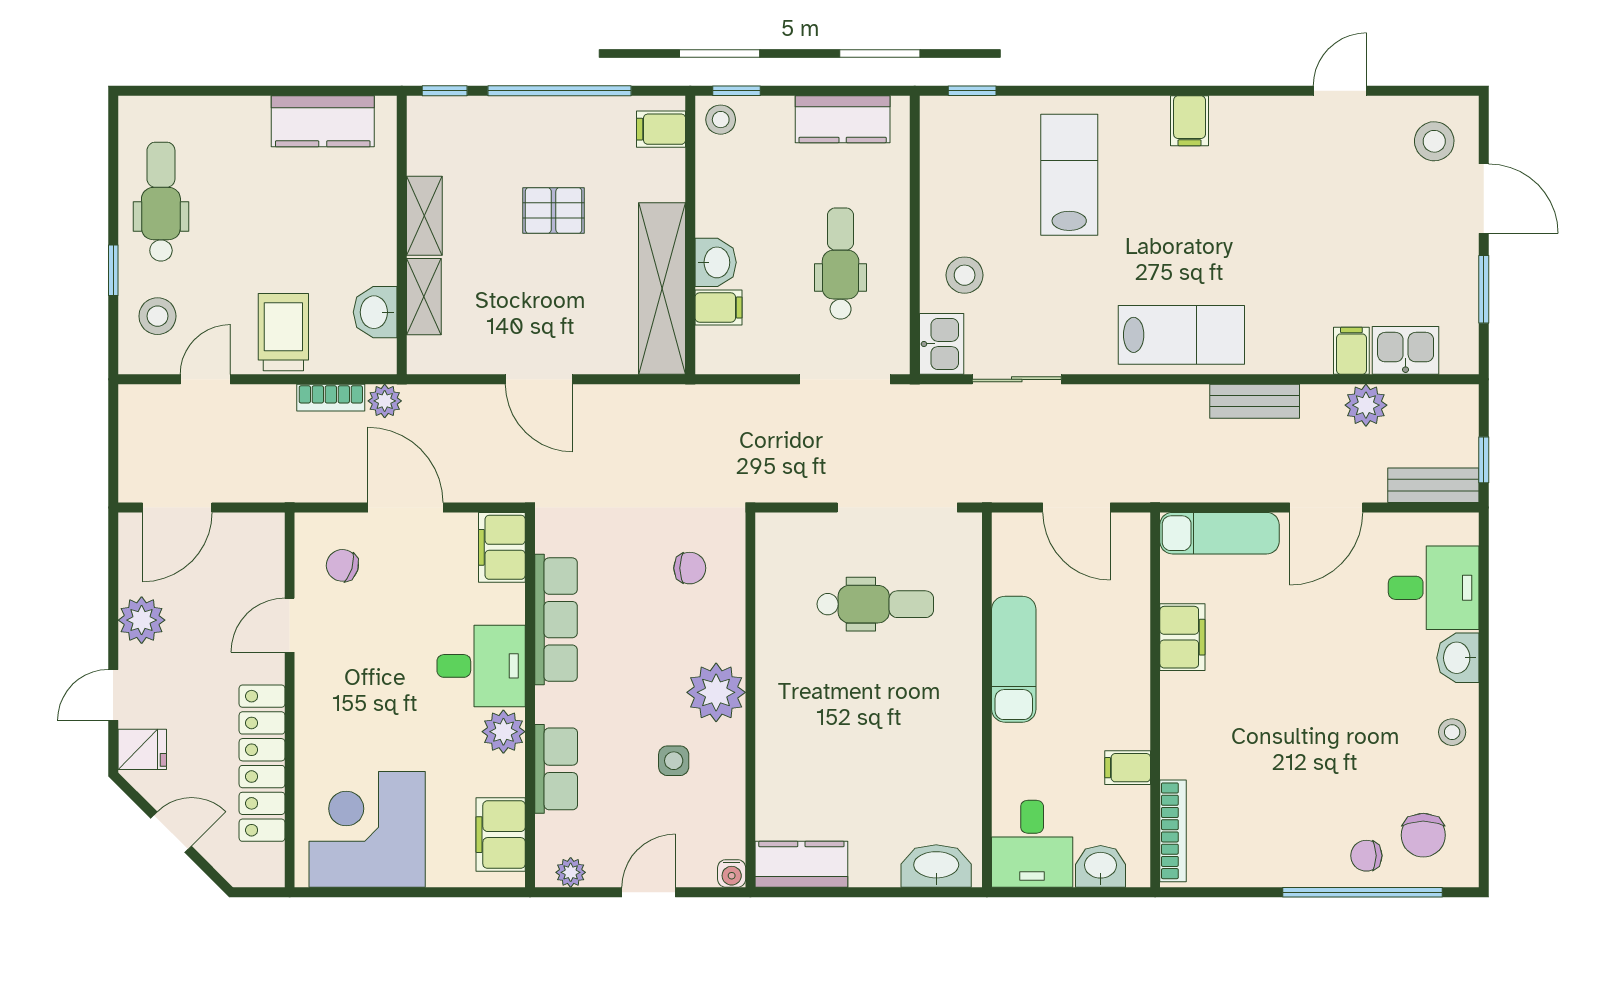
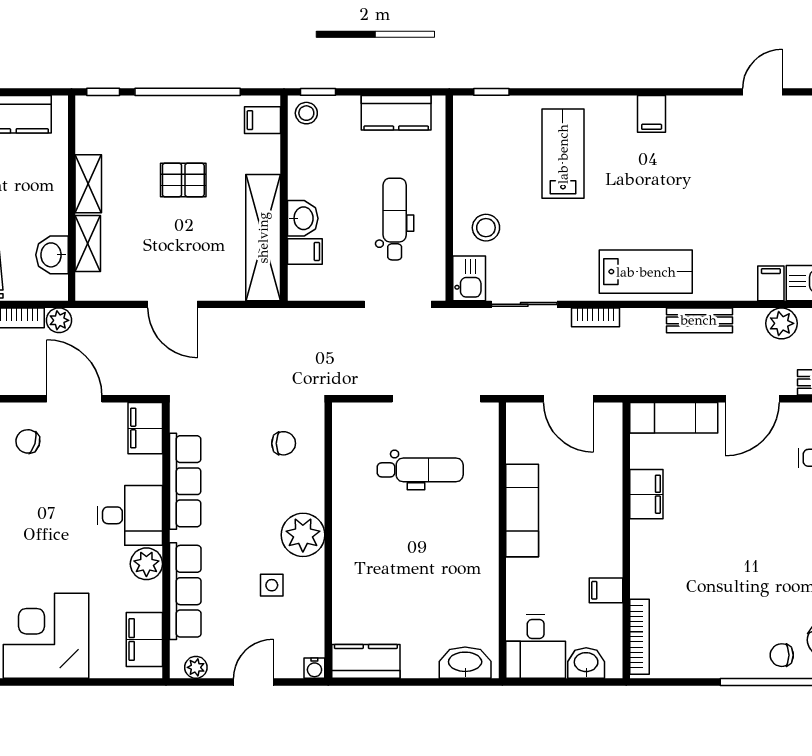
bookcase: (1113, 397) -> (596, 317), added
row of seats: (556, 769) -> (185, 591), width x1.48

